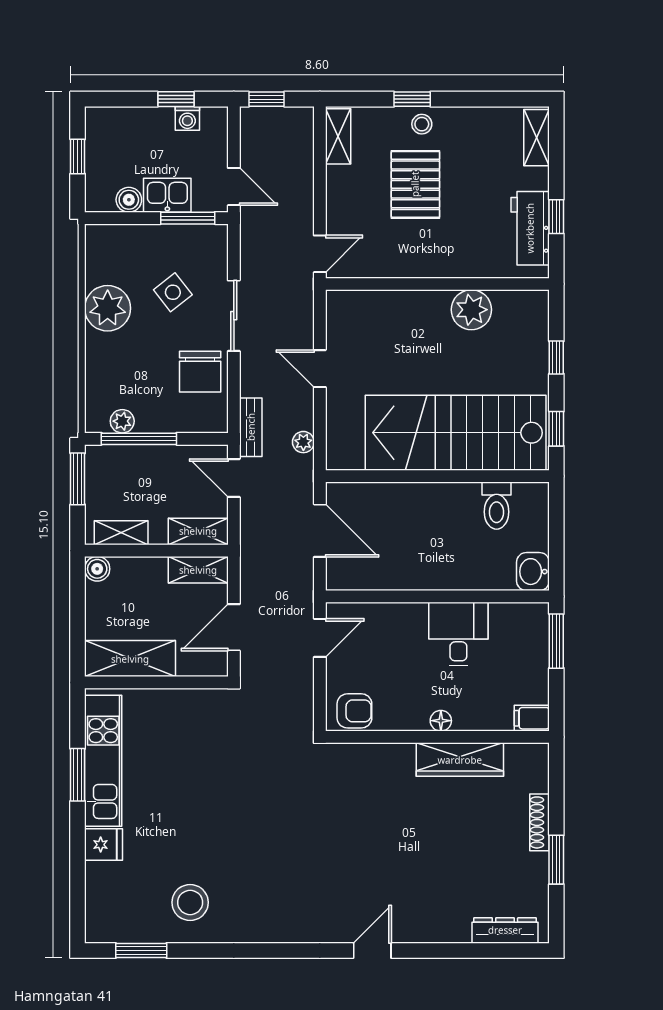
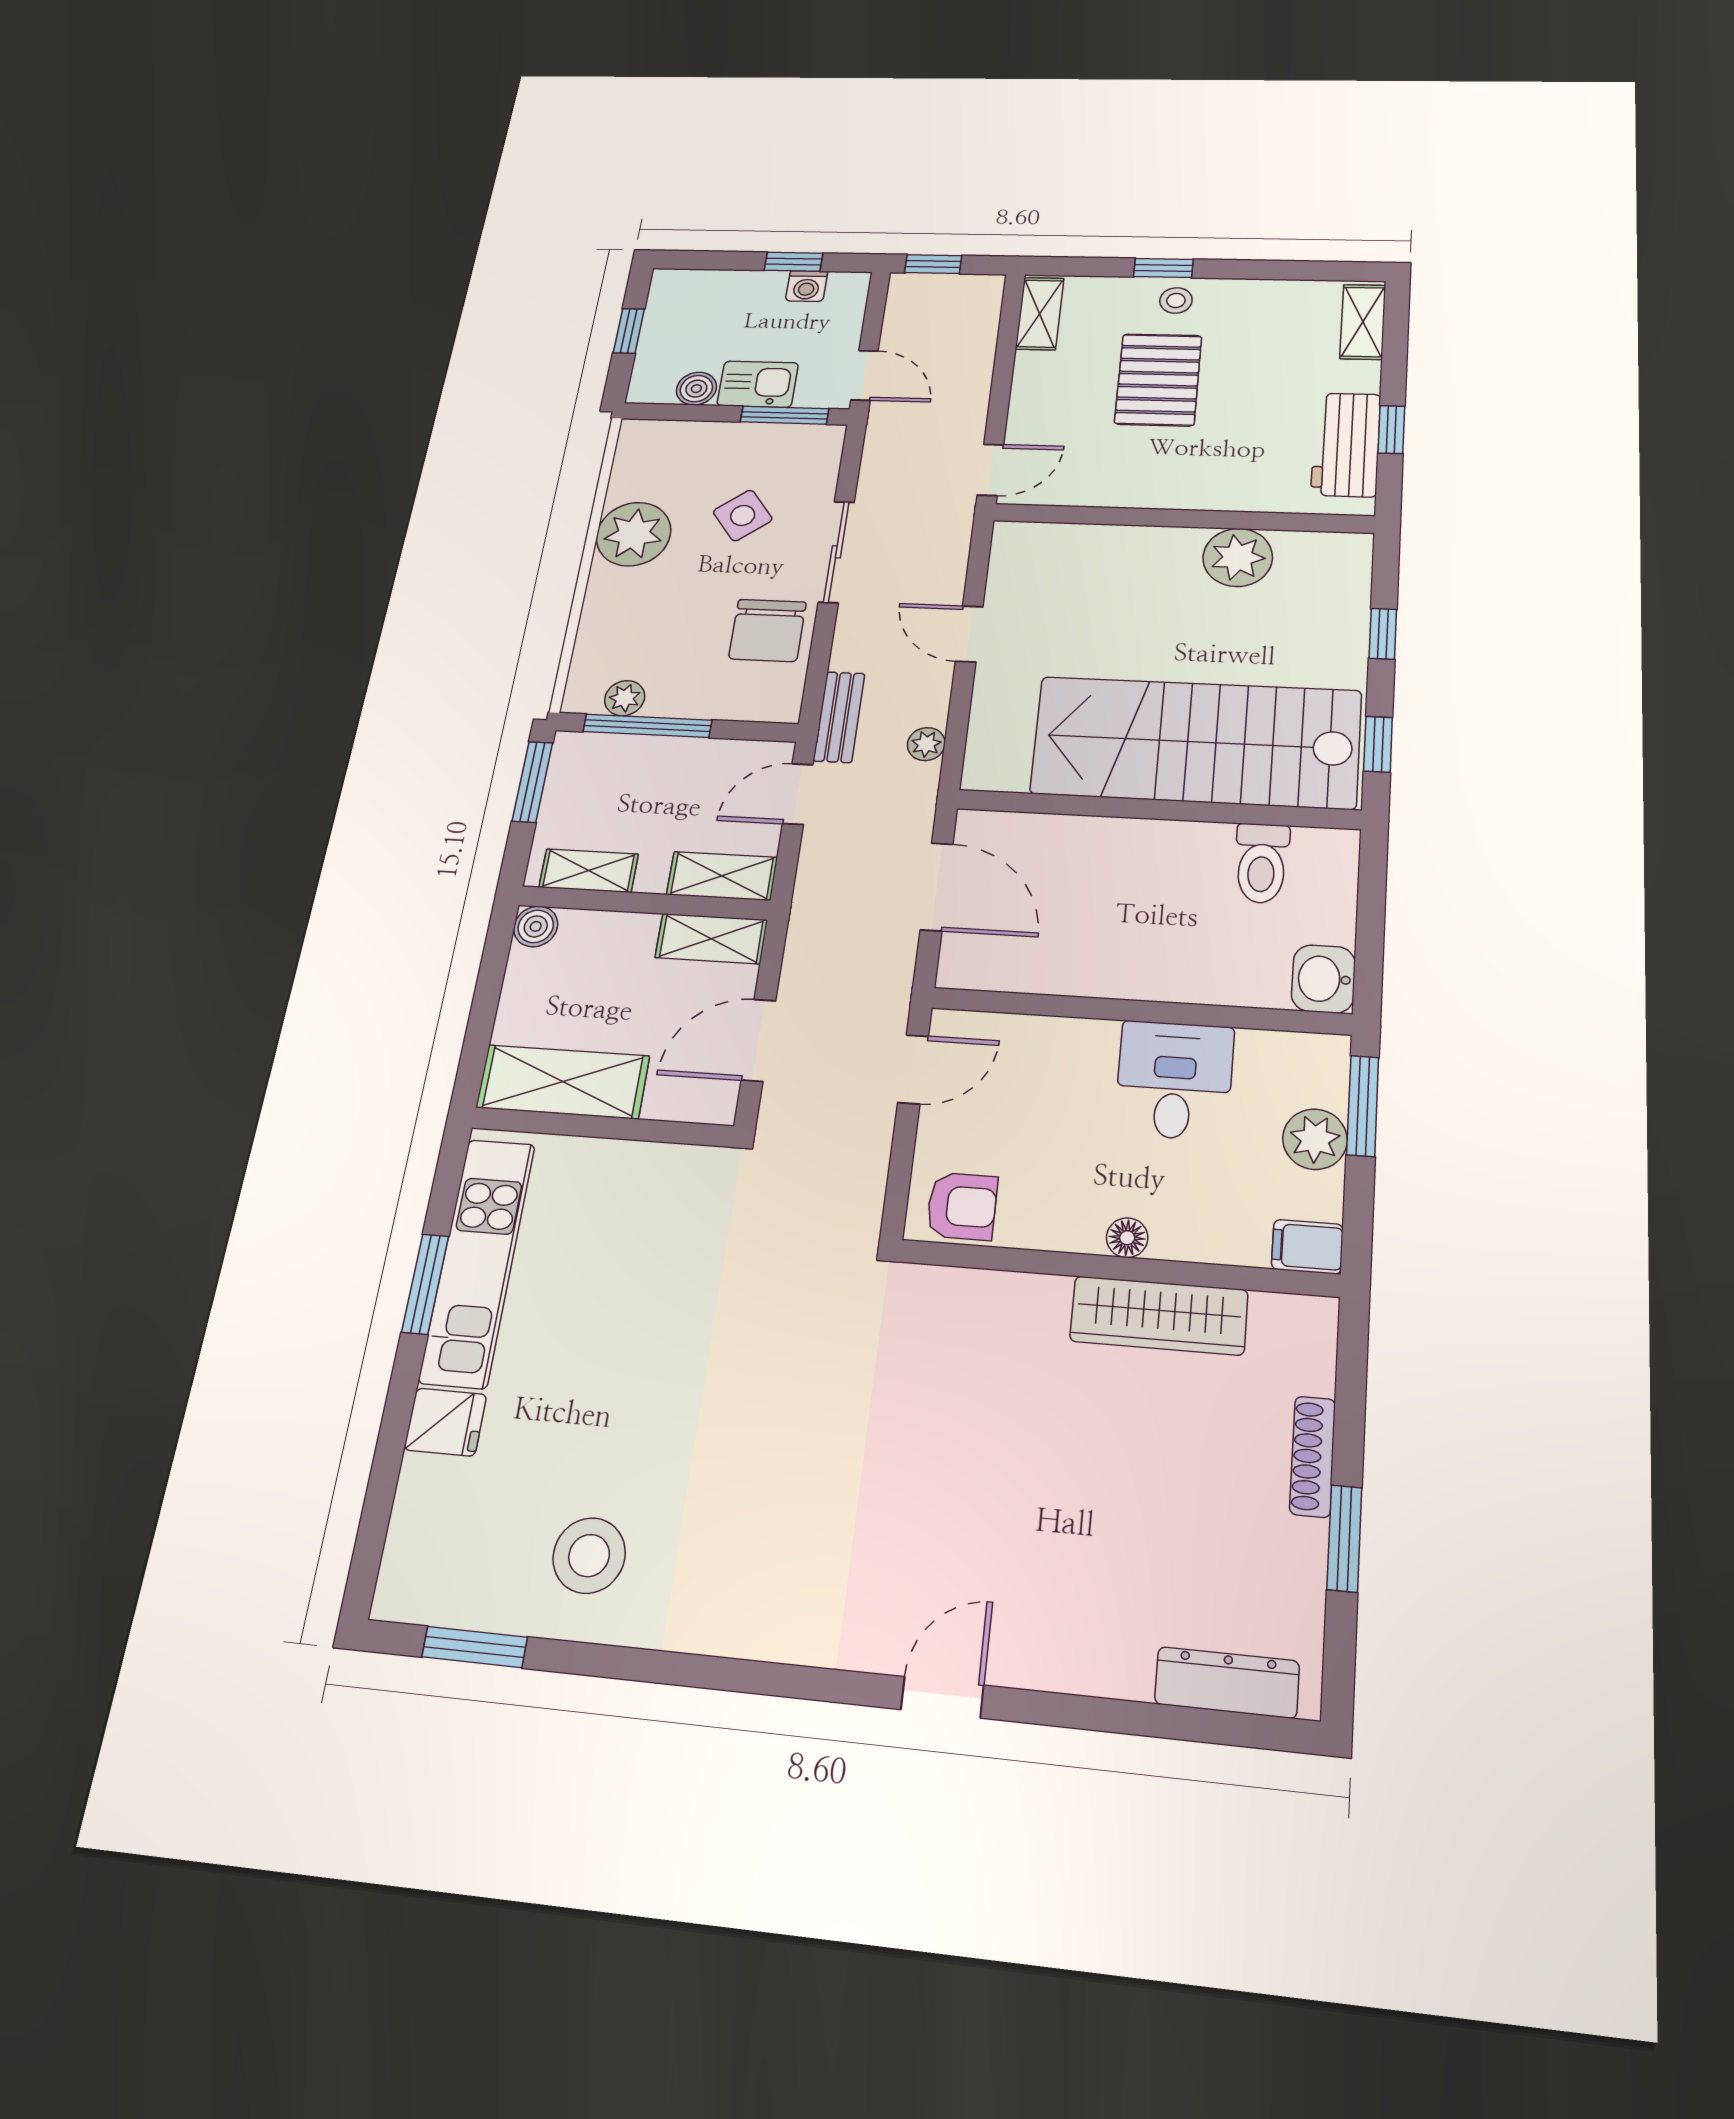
door: (234, 478) -> (798, 794), hinge flipped
plant: (533, 661) -> (1315, 1139), added

